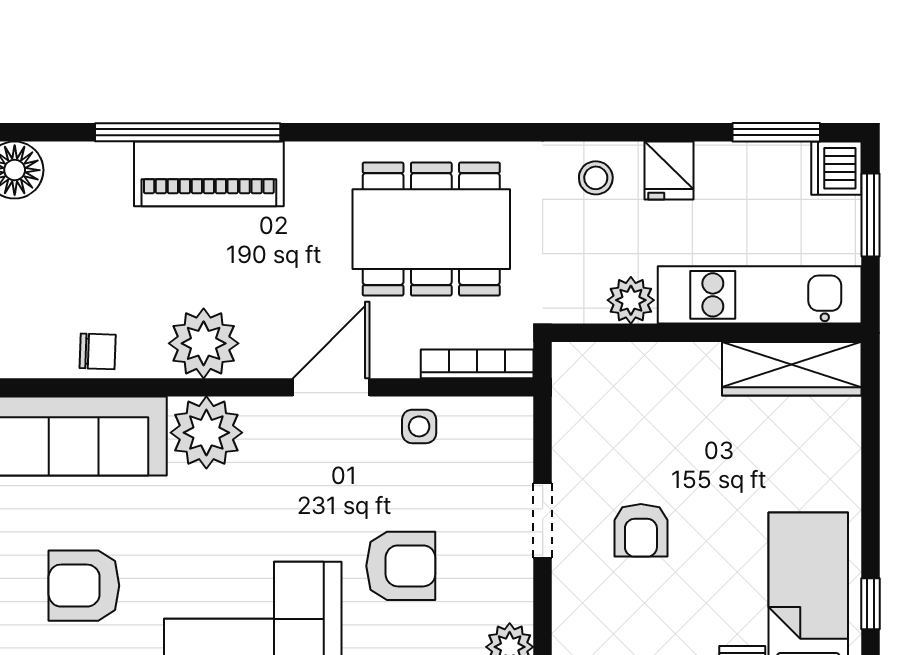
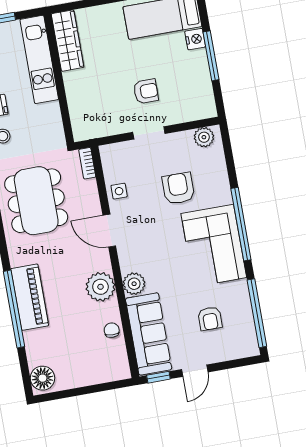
plant: (631, 300) -> (51, 112), removed
bookcase: (477, 364) -> (87, 163), width x0.64
plant: (206, 433) -> (134, 284), width x0.73, depth x0.73
armchair: (84, 586) -> (210, 319), width x0.72, depth x0.72

